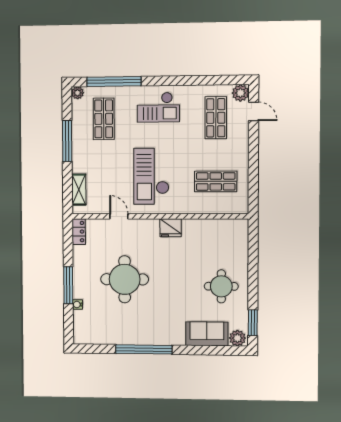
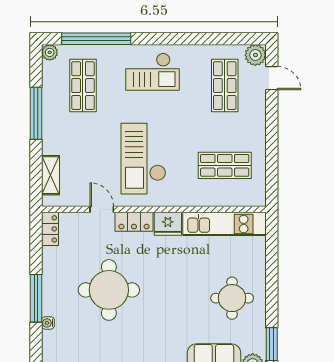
locker: (144, 226) -> (134, 222), added
kitchen unit: (215, 228) -> (224, 224), added

